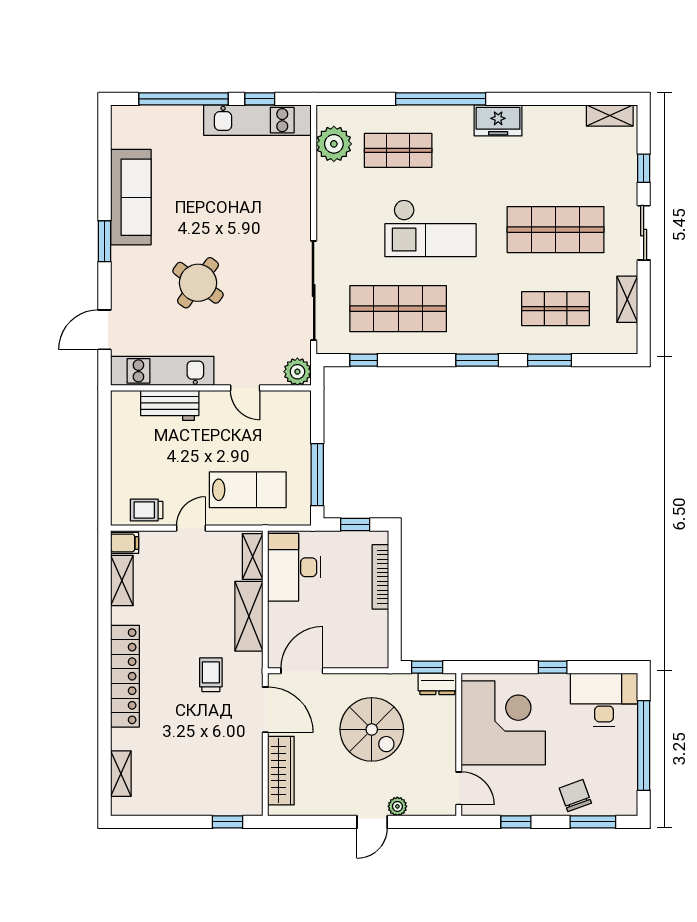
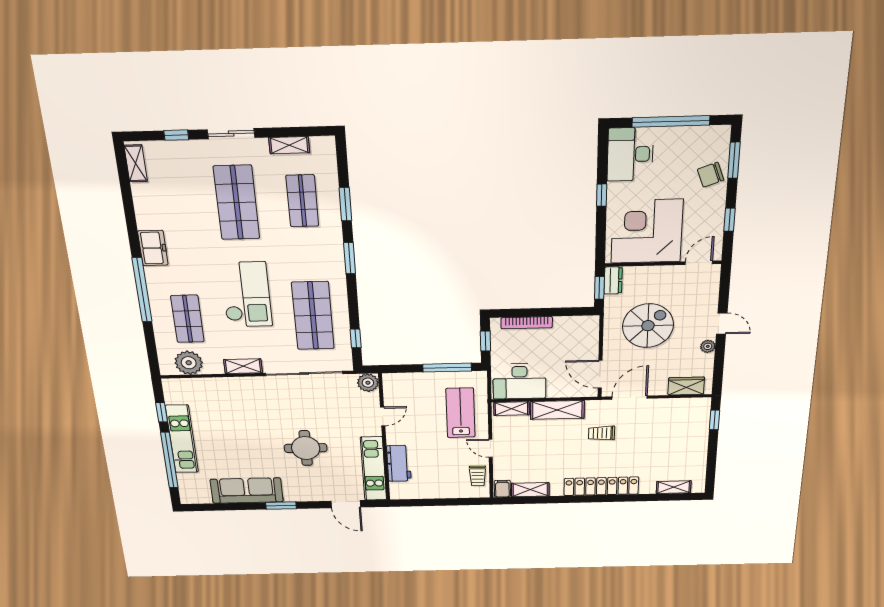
kitchen unit: (257, 120) -> (182, 439), moved
shelving: (327, 213) -> (243, 366), added
round table: (198, 283) -> (306, 448), turned -36
wardrobe: (281, 771) -> (686, 386), width x0.67
plant: (397, 806) -> (708, 346), moved

